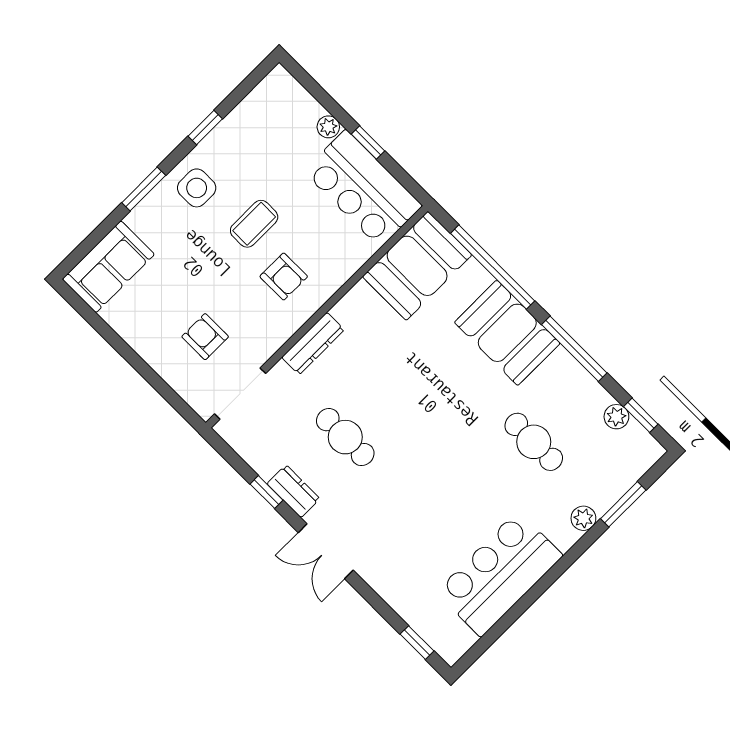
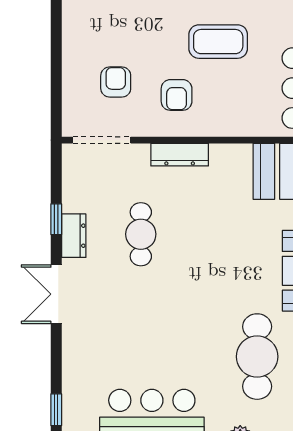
coffee table: (254, 224) -> (218, 42), width x1.36, depth x1.30
armchair: (284, 277) -> (177, 95), moved
cafe table: (534, 442) -> (257, 357), width x1.37, depth x1.35

